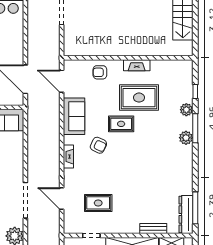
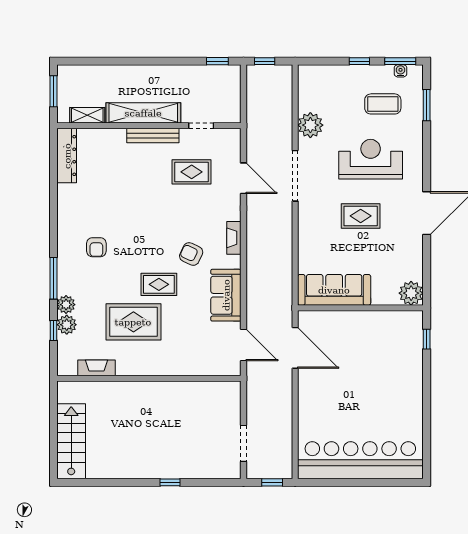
fireplace: (137, 65) -> (96, 368), moved
armchair: (100, 72) -> (96, 247), moved, turned 90
plant: (186, 138) -> (67, 325), moved
window: (195, 208) -> (54, 165), removed
bench: (153, 229) -> (153, 136), moved, width x1.36

